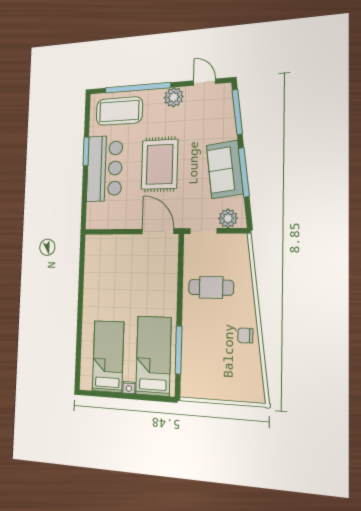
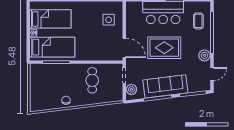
coffee table: (119, 111) -> (198, 21), width x0.54, depth x0.58
sofa: (225, 169) -> (165, 86), width x1.36
door: (158, 231) -> (124, 48), hinge flipped
side table: (113, 258) -> (109, 20), added

